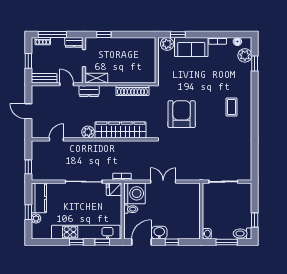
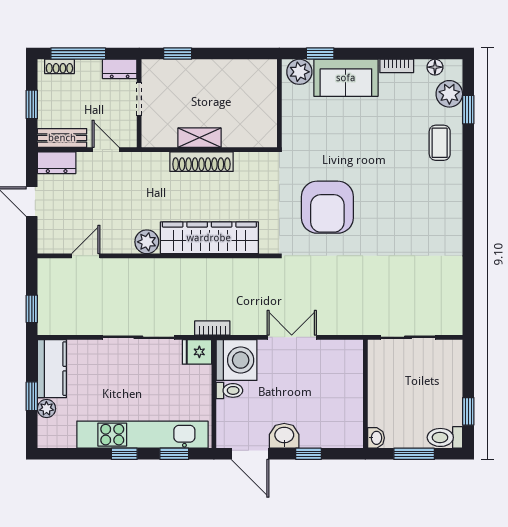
shelving: (96, 78) -> (199, 138), moved
dresser: (89, 91) -> (57, 163), moved
shoe rack: (132, 91) -> (201, 162), moved
coffee table: (231, 107) -> (440, 143), moved
armchair: (182, 114) -> (327, 207), turned 180
door: (142, 242) -> (250, 454), swing flipped

